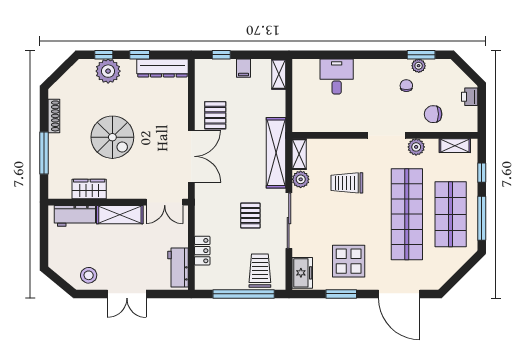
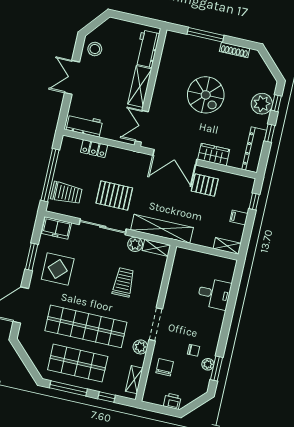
spiral stairs: (112, 137) -> (206, 95), turned -90
wardrobe: (89, 189) -> (214, 154), moved, turned -90
pallet: (250, 216) -> (114, 196), width x1.50, depth x1.42

